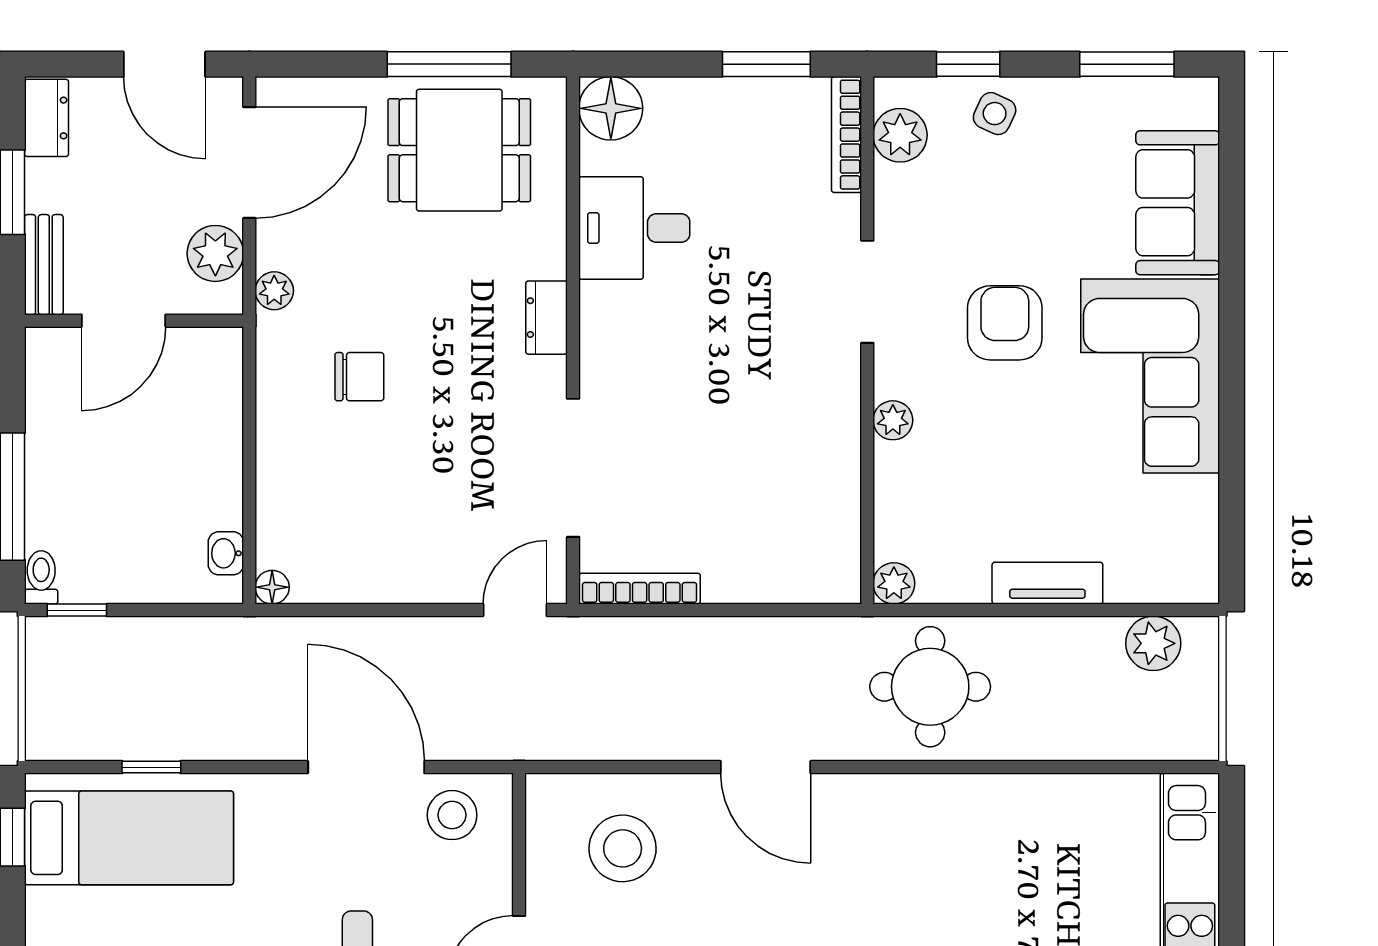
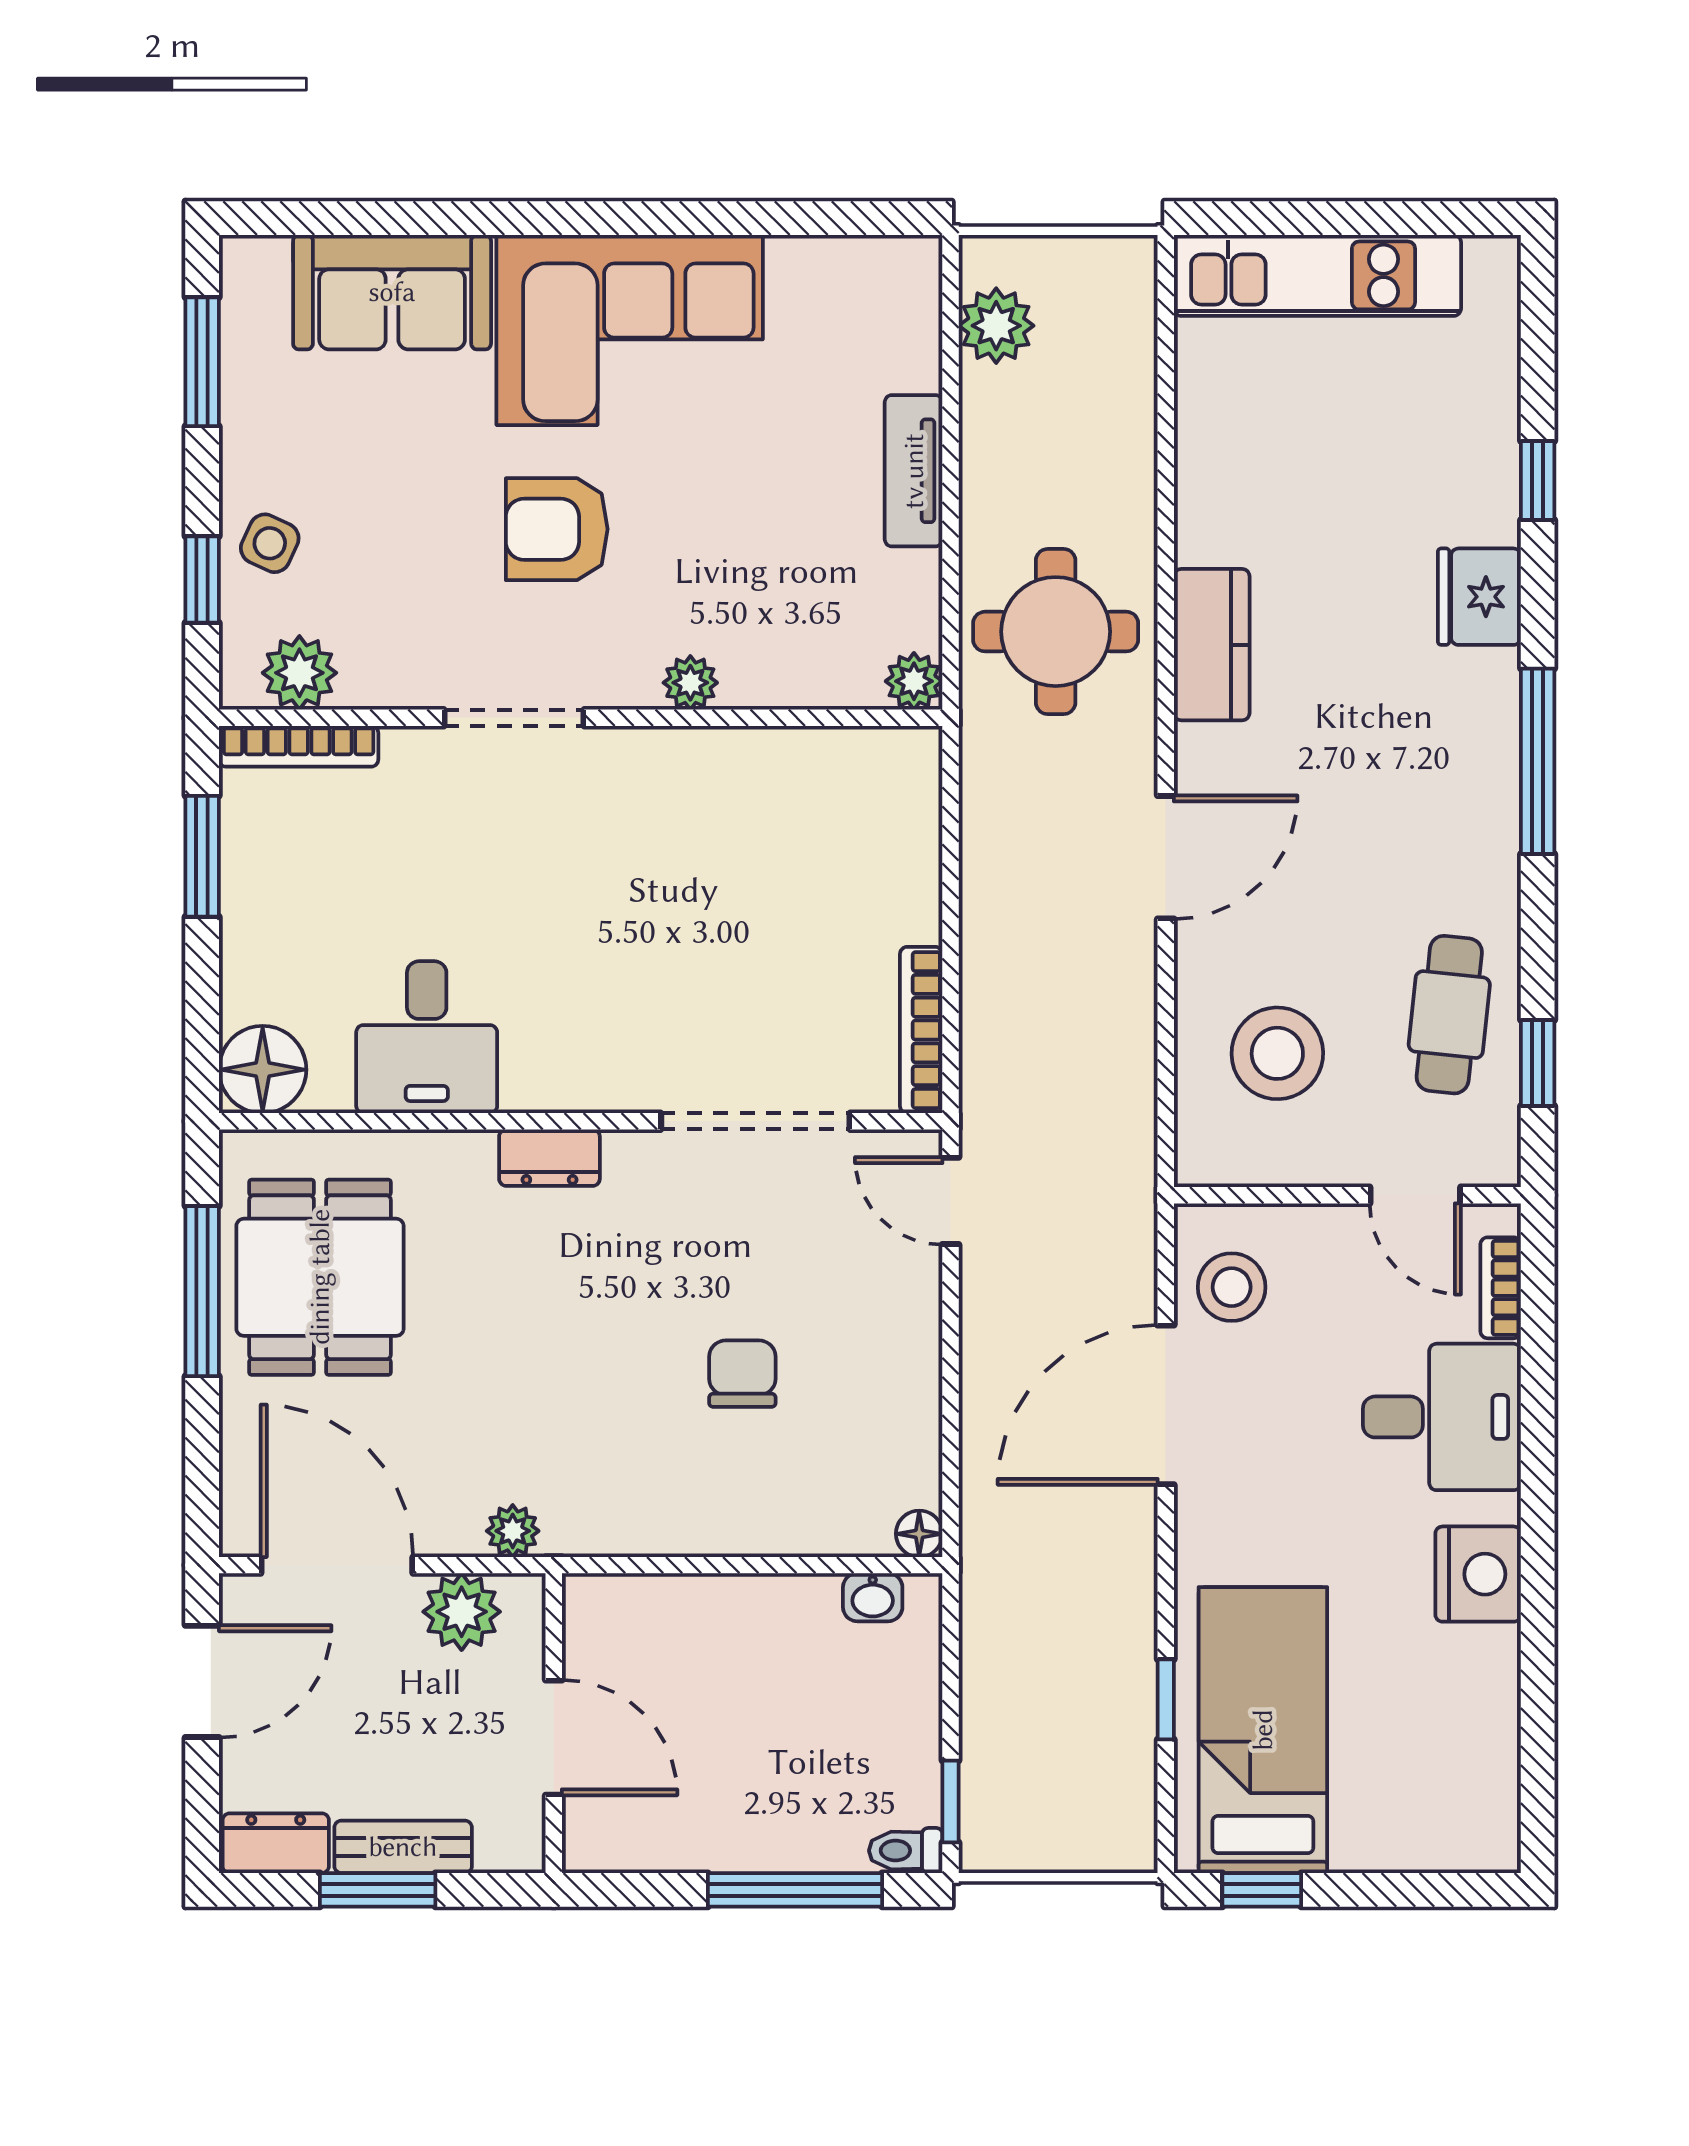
bench: (44, 265) -> (403, 1847), moved
chair: (359, 377) -> (742, 1374), moved
kitchen counter: (921, 801) -> (1212, 645), added

